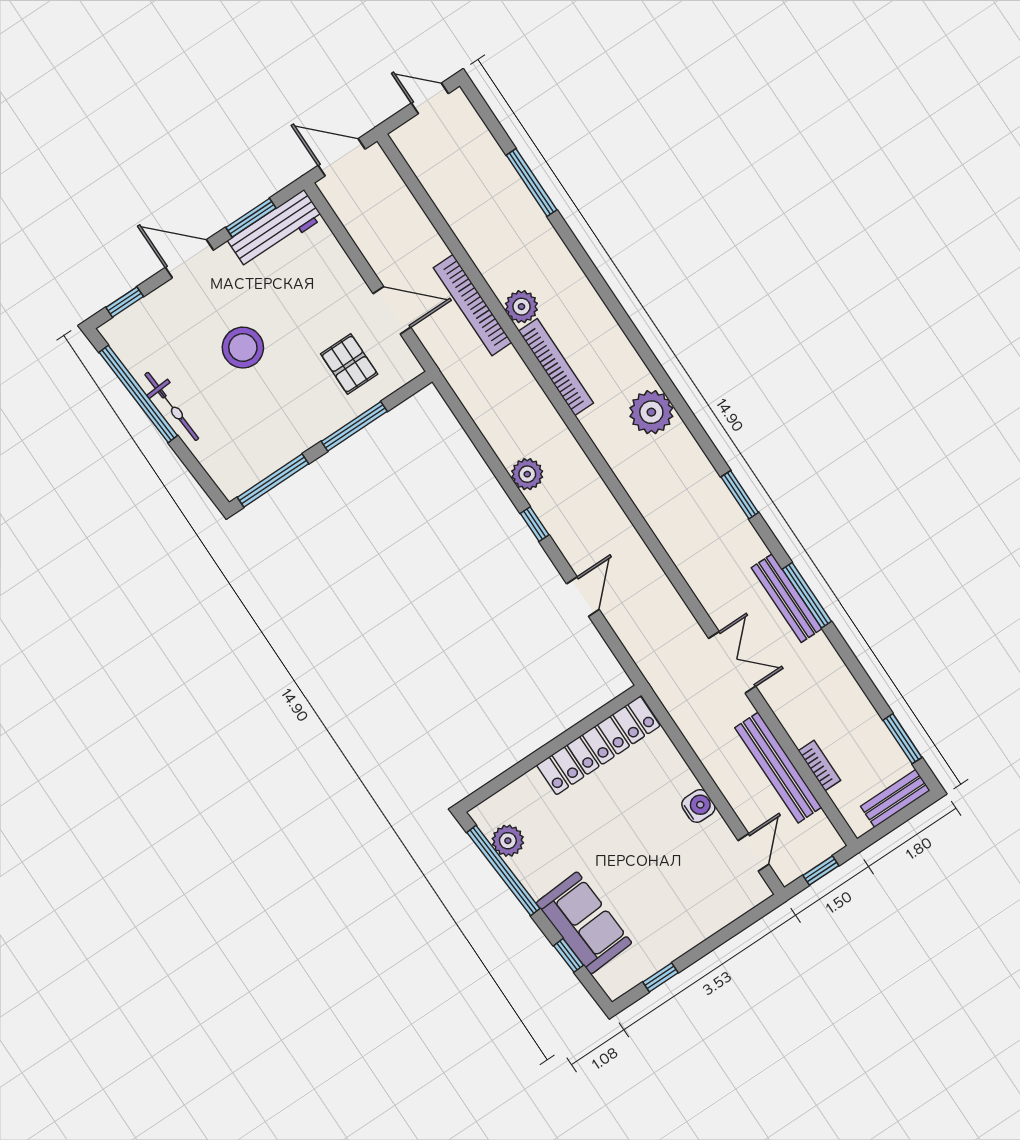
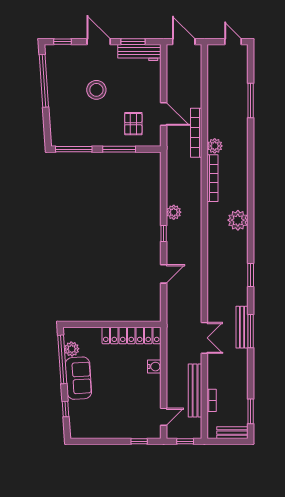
bicycle: (172, 406) -> (54, 94), removed
water cooler: (698, 806) -> (154, 367), moved
sofa: (584, 923) -> (78, 378), moved
window: (661, 977) -> (139, 441), moved

